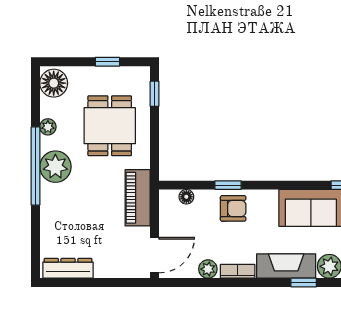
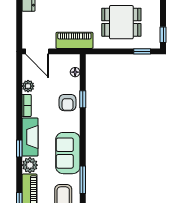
window: (107, 62) -> (163, 35), moved

